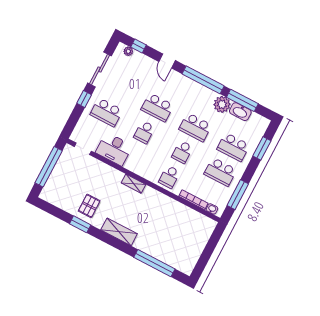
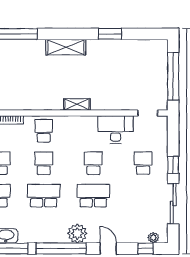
plant: (222, 104) -> (77, 233), moved
school desk: (106, 112) -> (143, 163), width x0.54
pallet: (89, 206) -> (110, 58), removed

